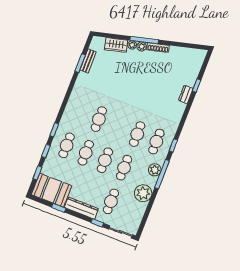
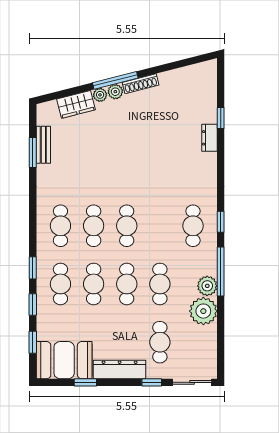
cafe table: (80, 112) -> (60, 226), added
cafe table: (137, 134) -> (127, 226), moved
plant: (155, 170) -> (207, 286), moved

